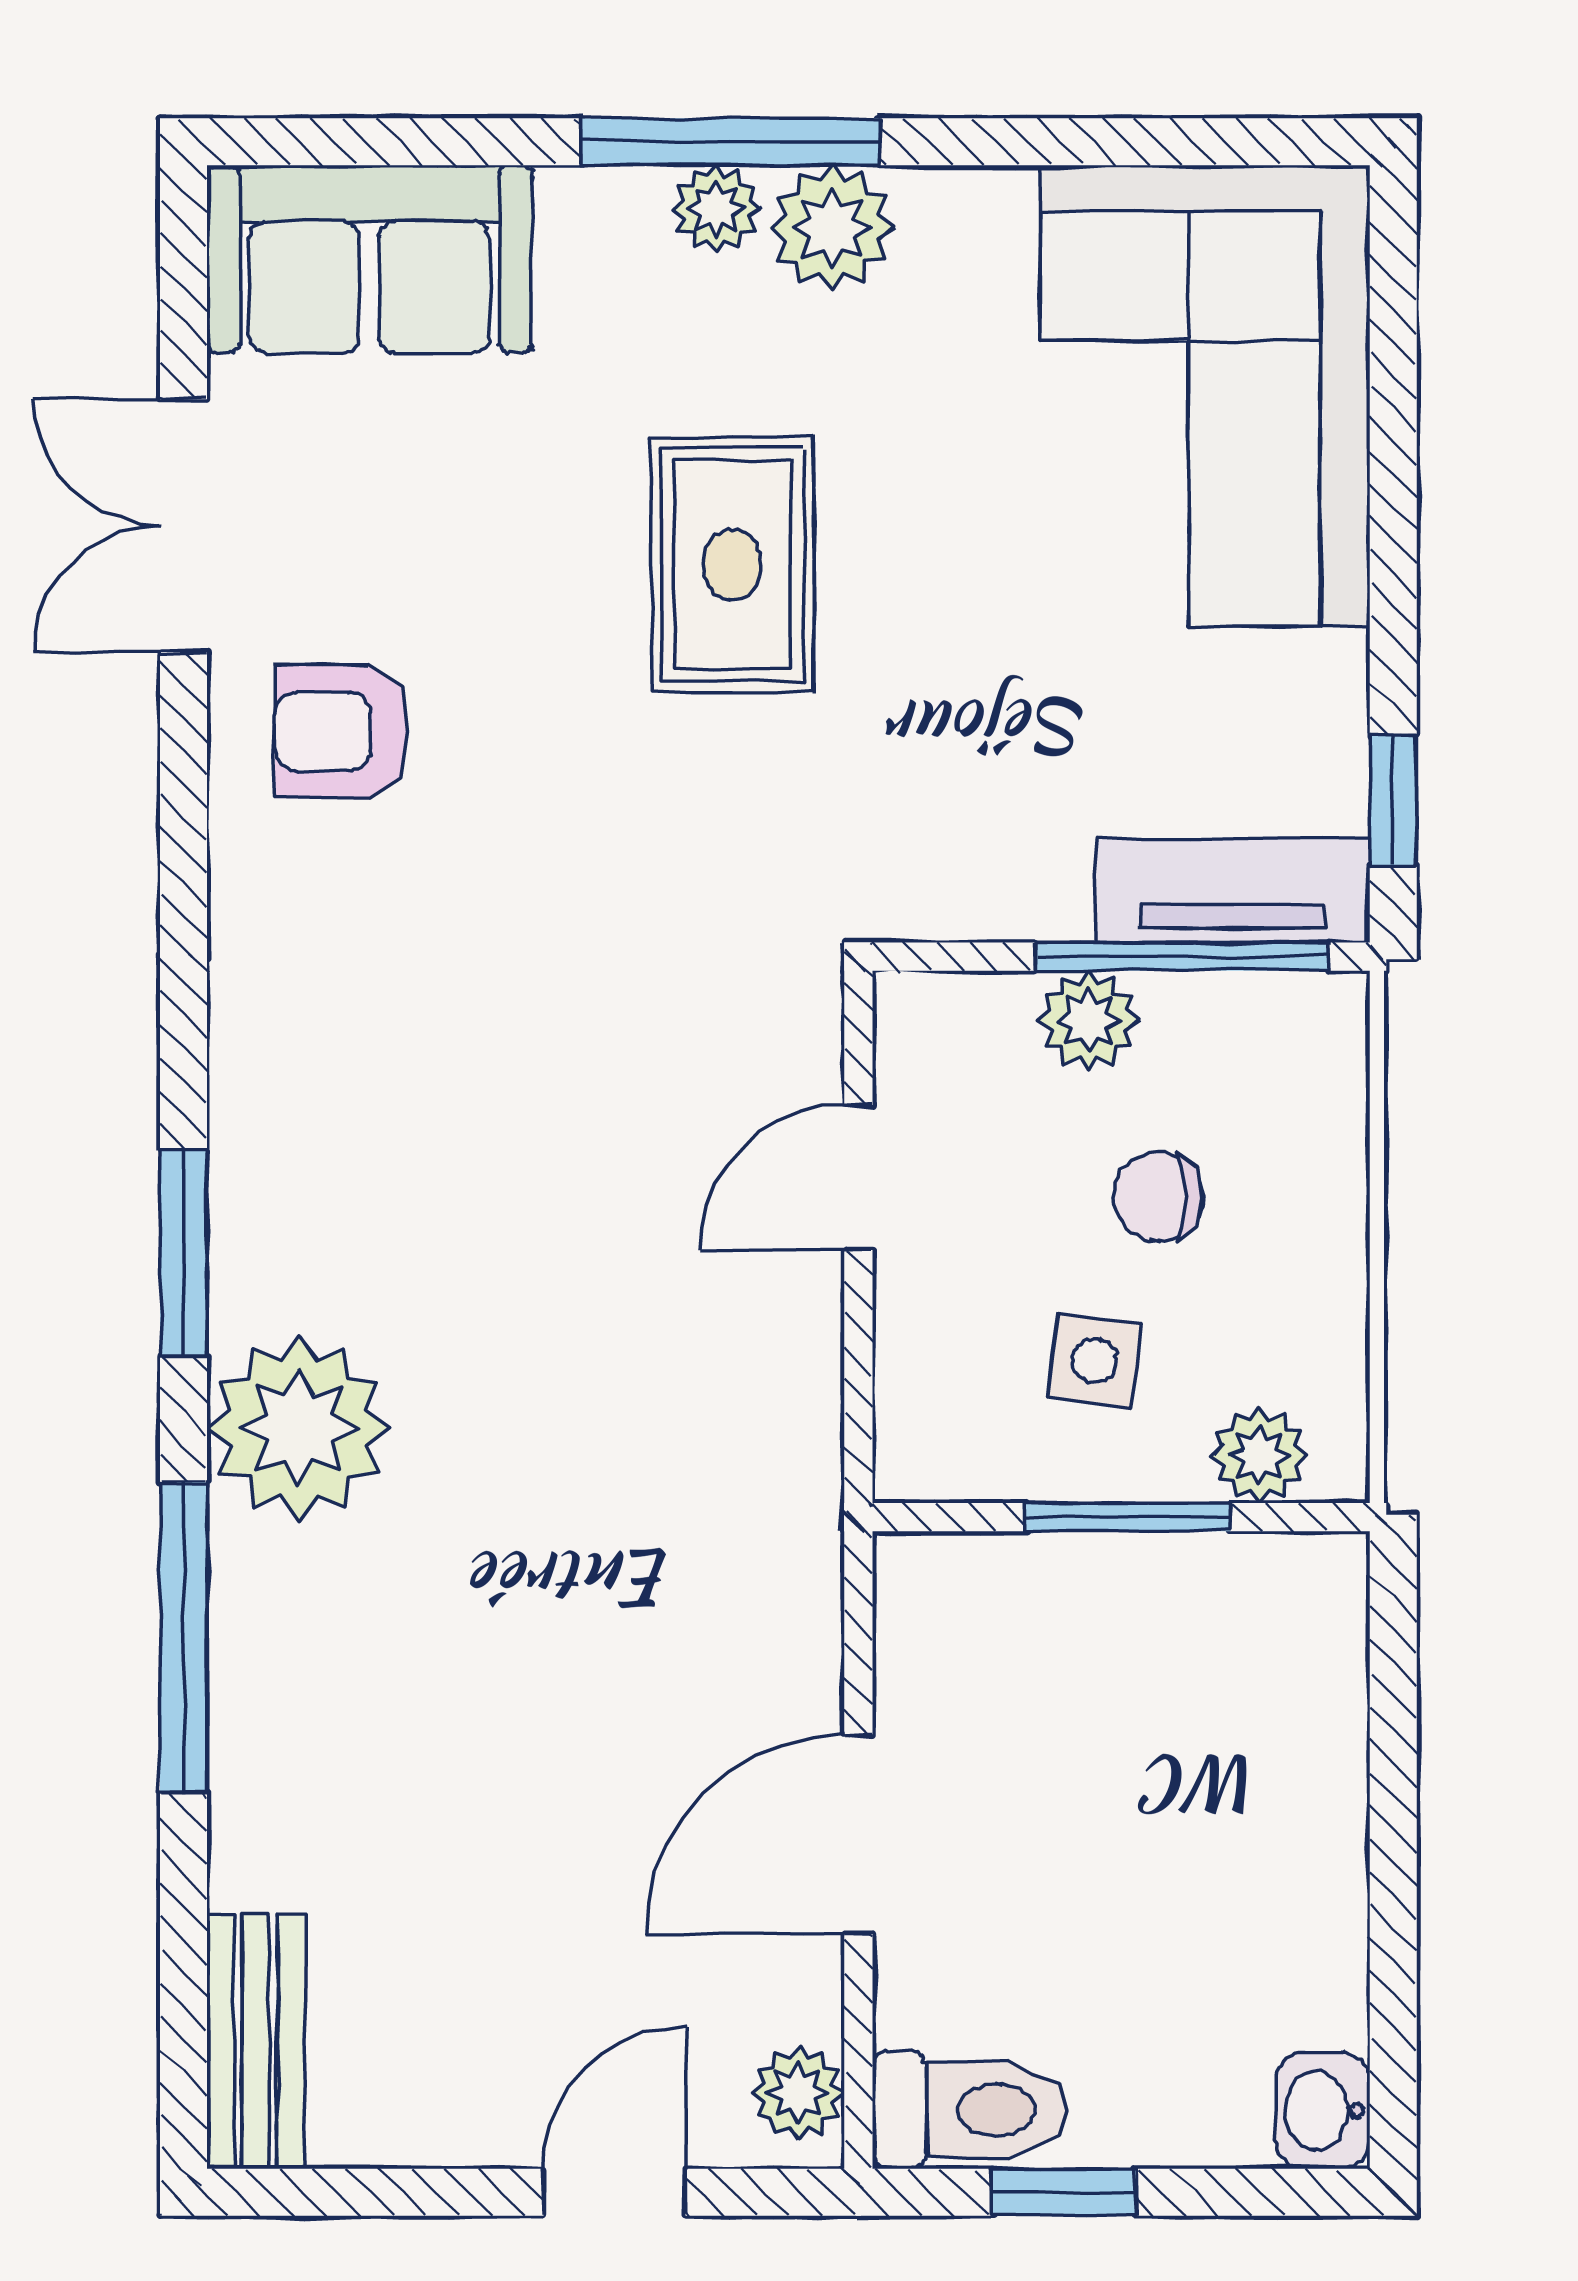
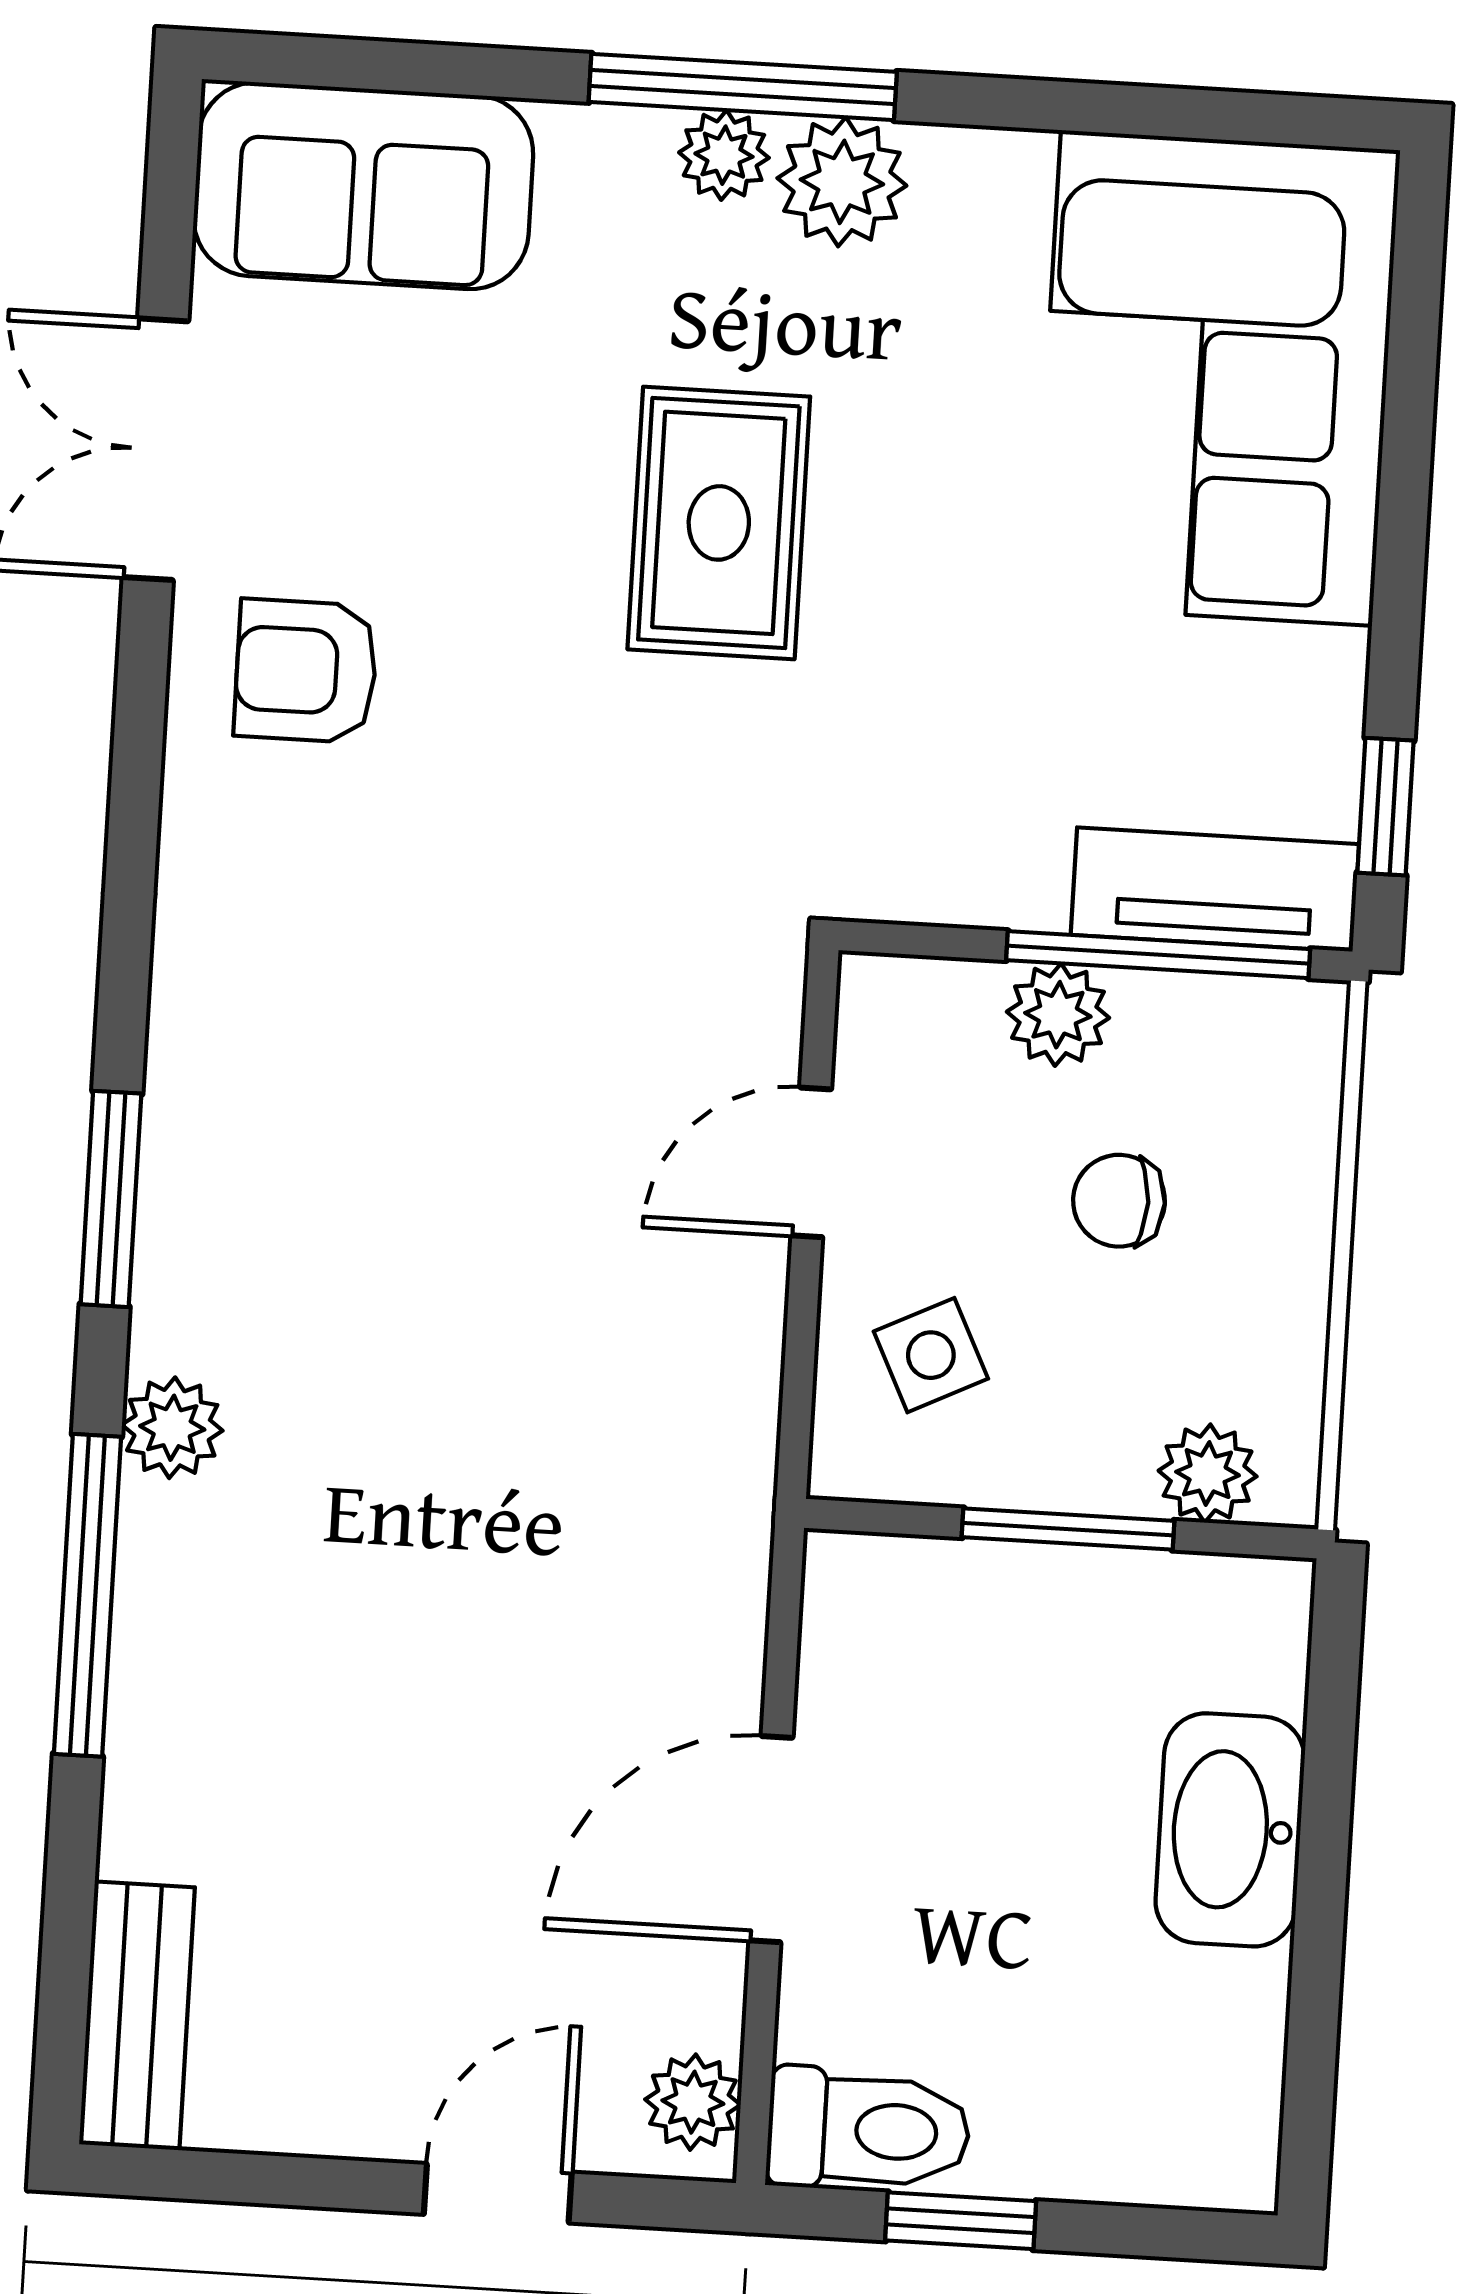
side table: (1095, 1361) -> (931, 1355), moved, turned -34
plant: (299, 1428) -> (172, 1428), width x0.53, depth x0.53
washbasin: (1323, 2111) -> (1230, 1830), moved, width x1.91, depth x1.45

